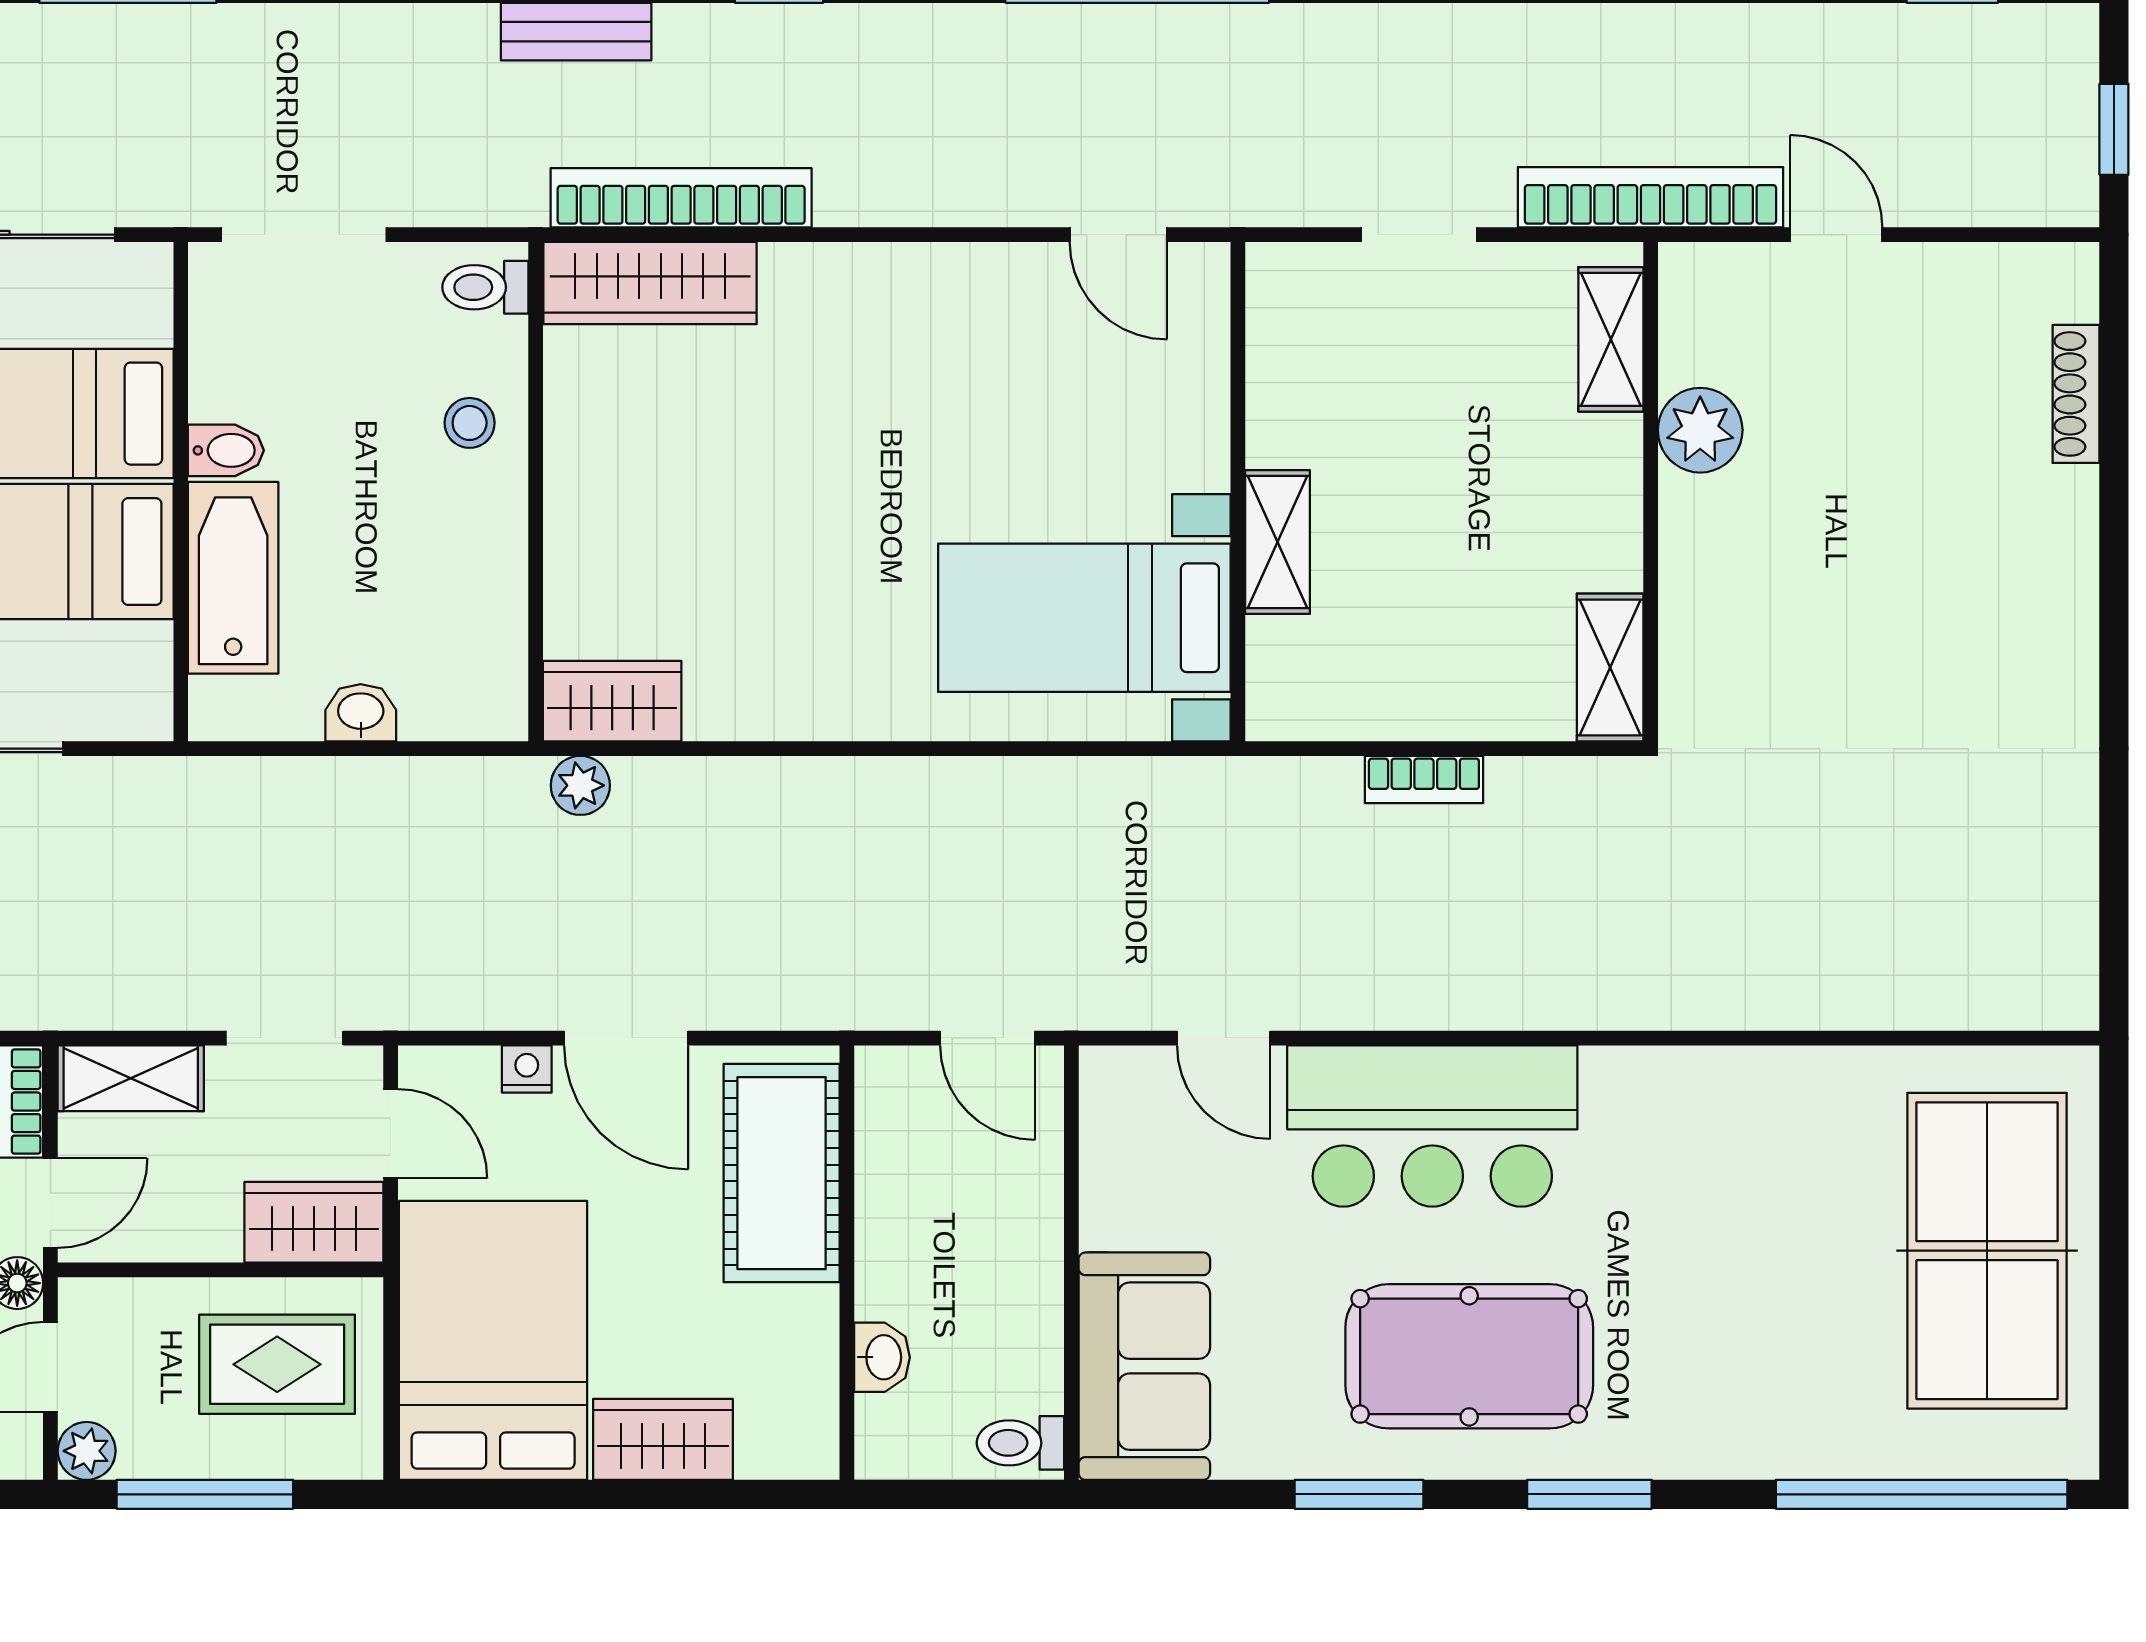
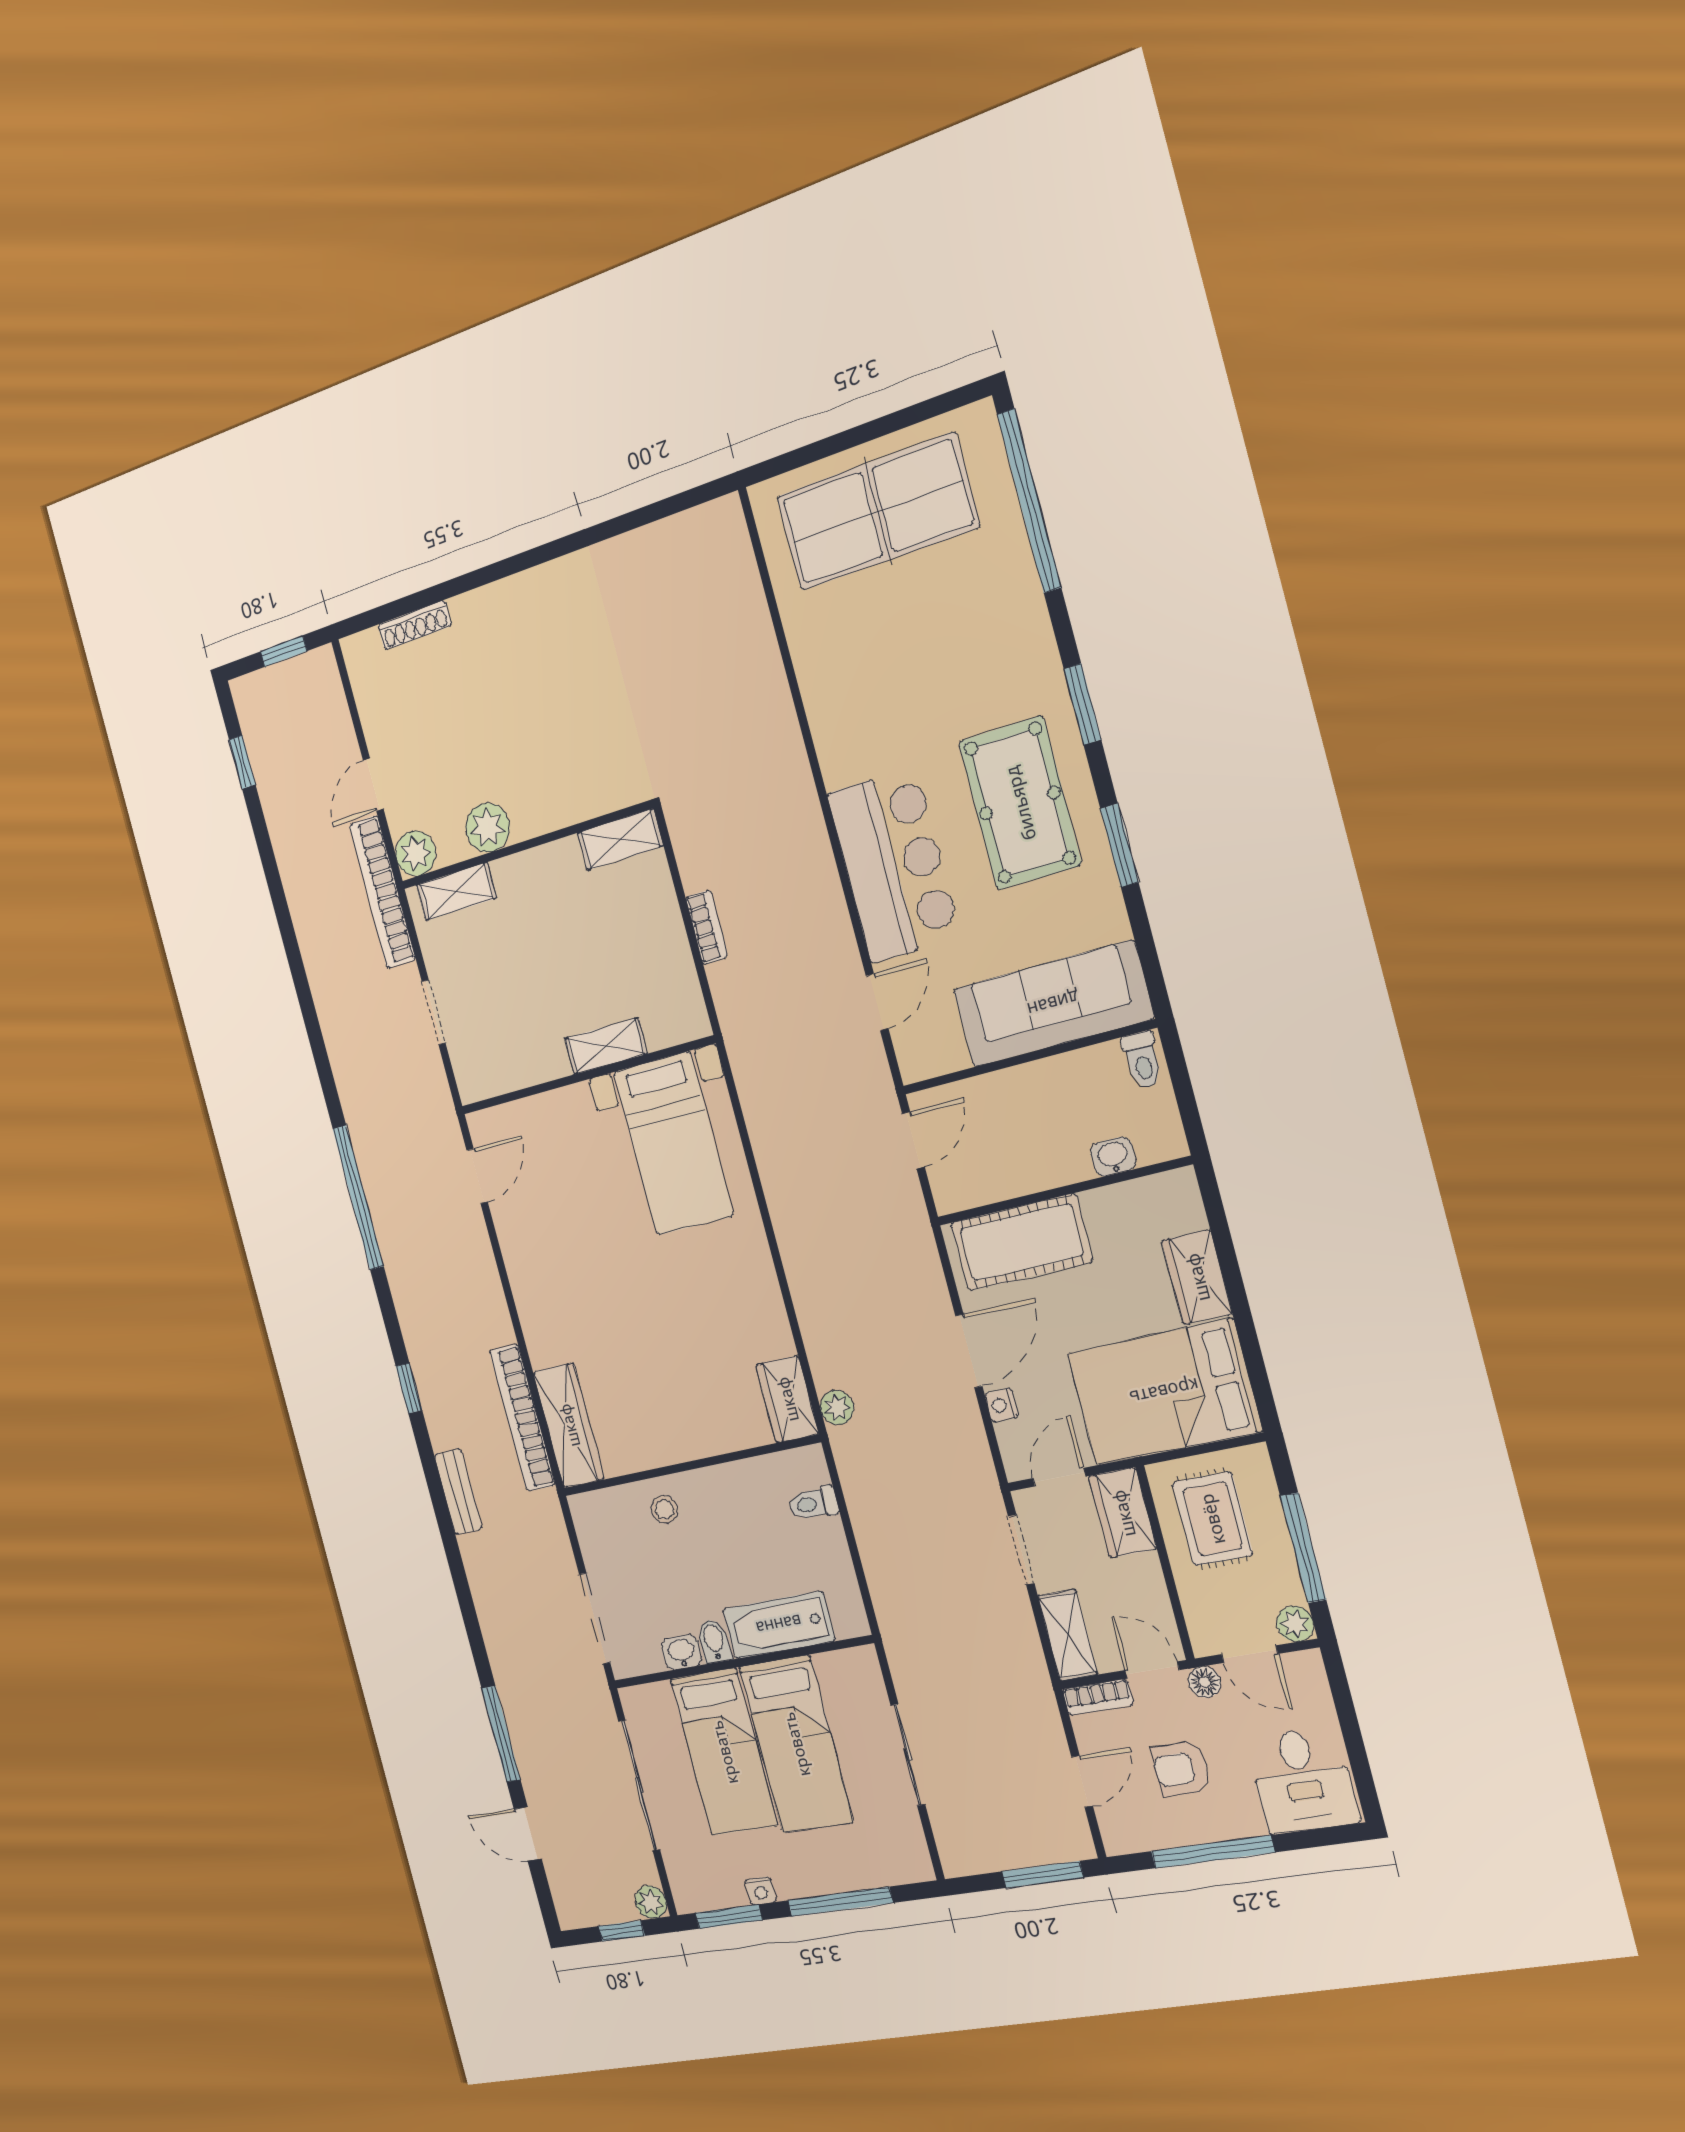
plant: (1697, 281) -> (416, 853), added
toilet: (485, 287) -> (813, 1503), moved, turned 90
washbasin: (361, 713) -> (681, 1652), moved, turned 90
sofa: (1144, 1366) -> (1053, 1004), width x1.36

